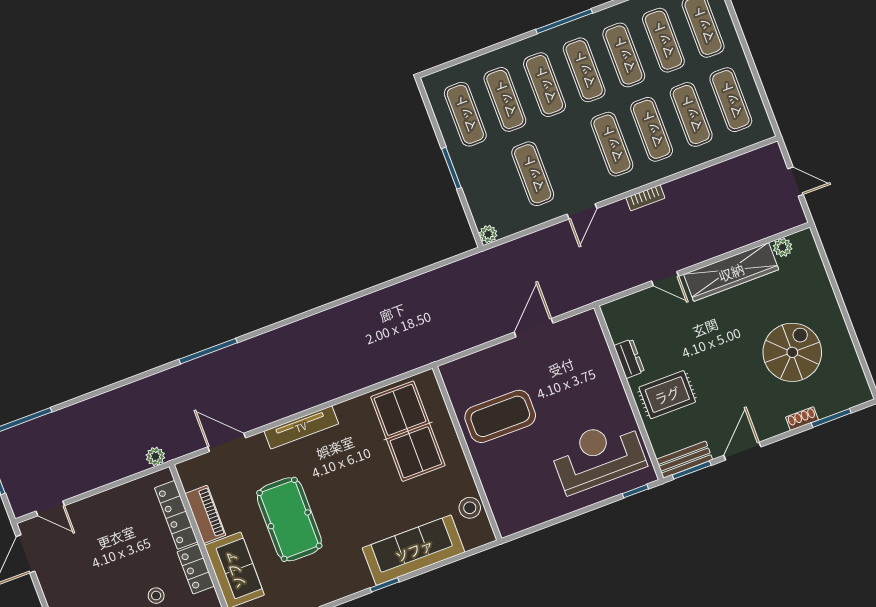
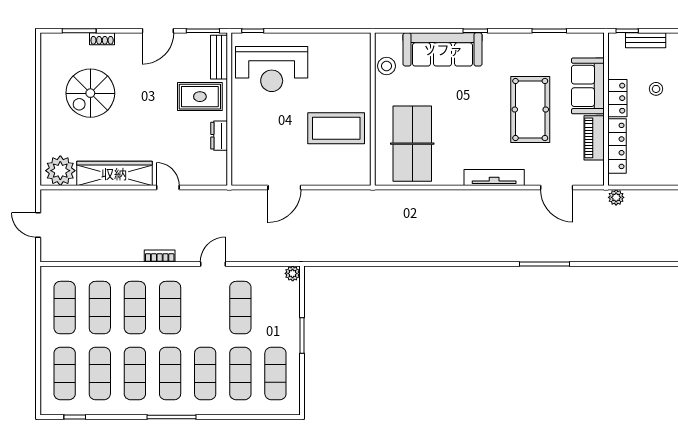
plant: (783, 247) -> (60, 171), width x1.88, depth x1.88
bench: (684, 460) -> (219, 57), moved, turned 90

